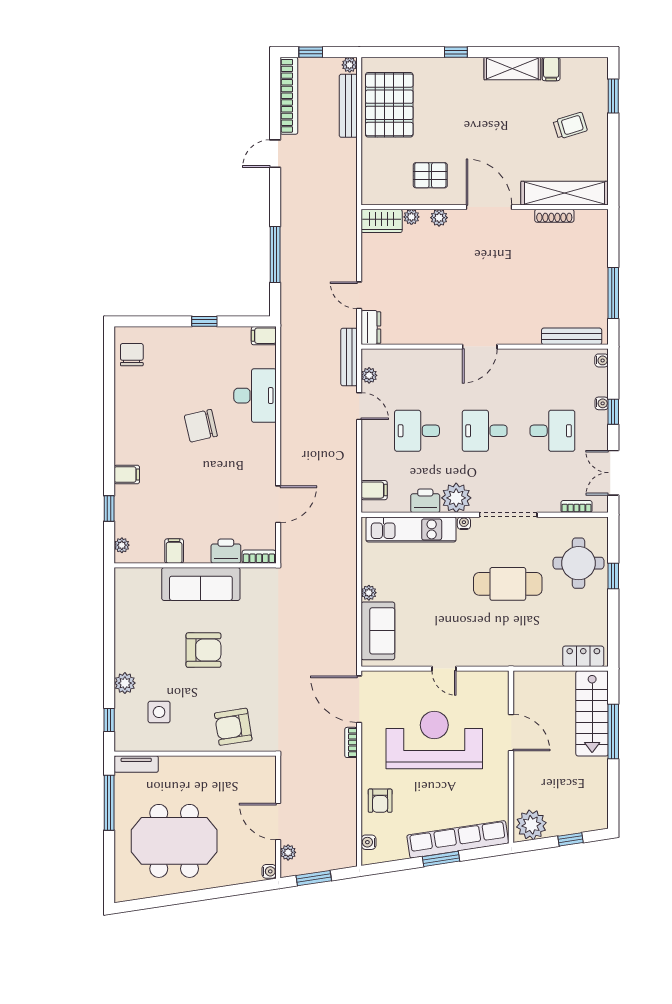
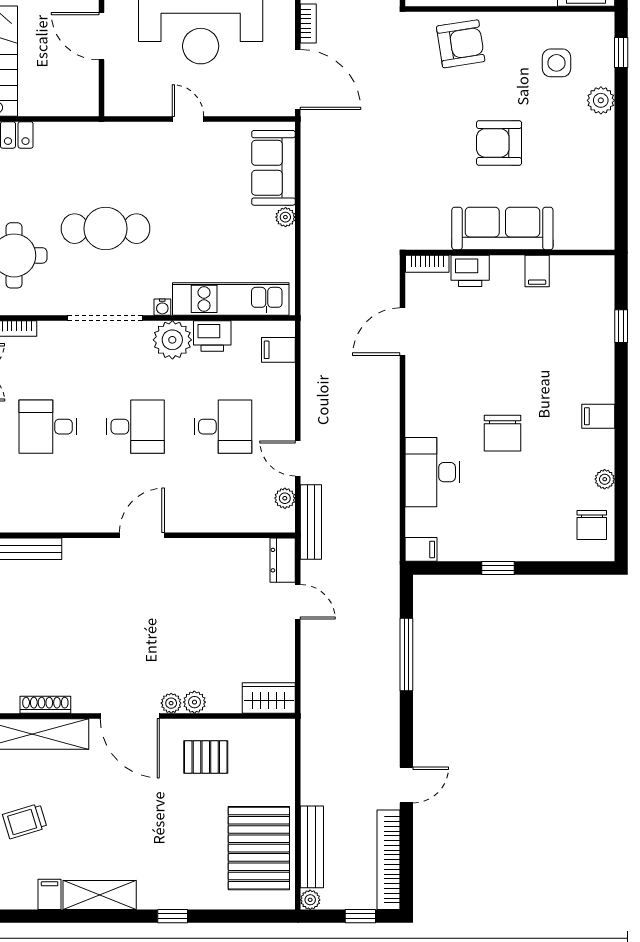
plant: (411, 217) -> (171, 703), moved
chair: (201, 426) -> (503, 433), turned 103
filing cabinet: (127, 475) -> (598, 416), moved
plant: (122, 545) -> (605, 479), moved

